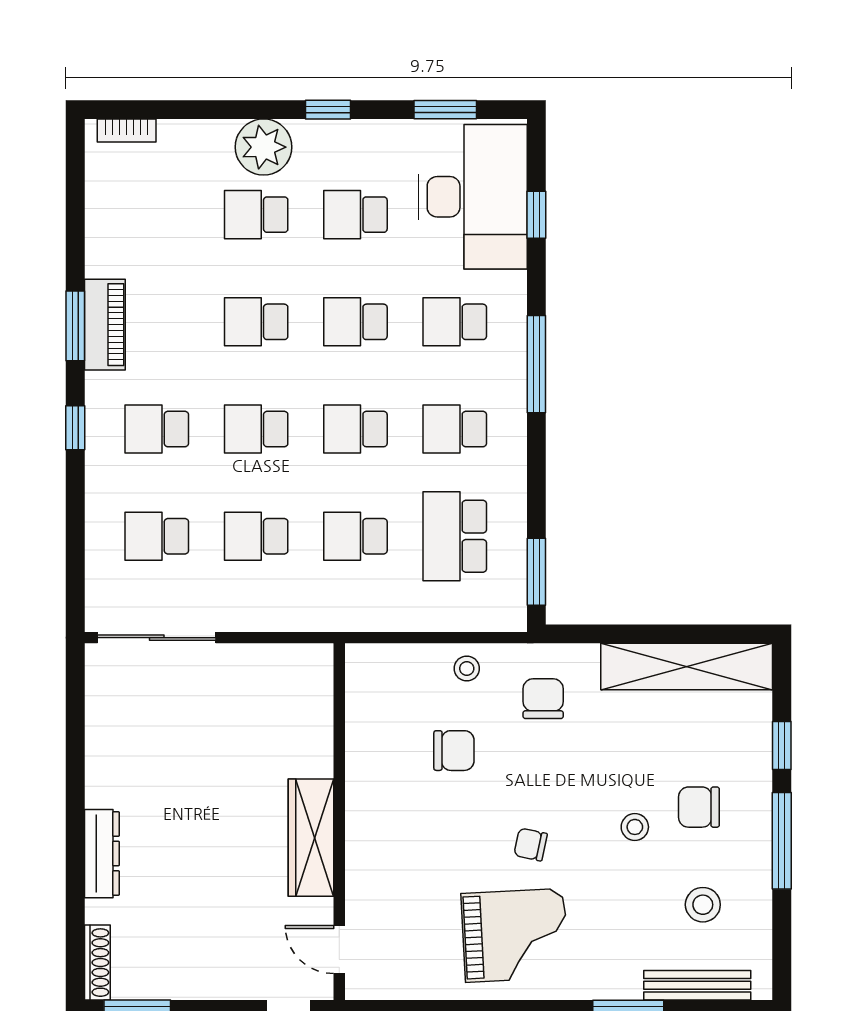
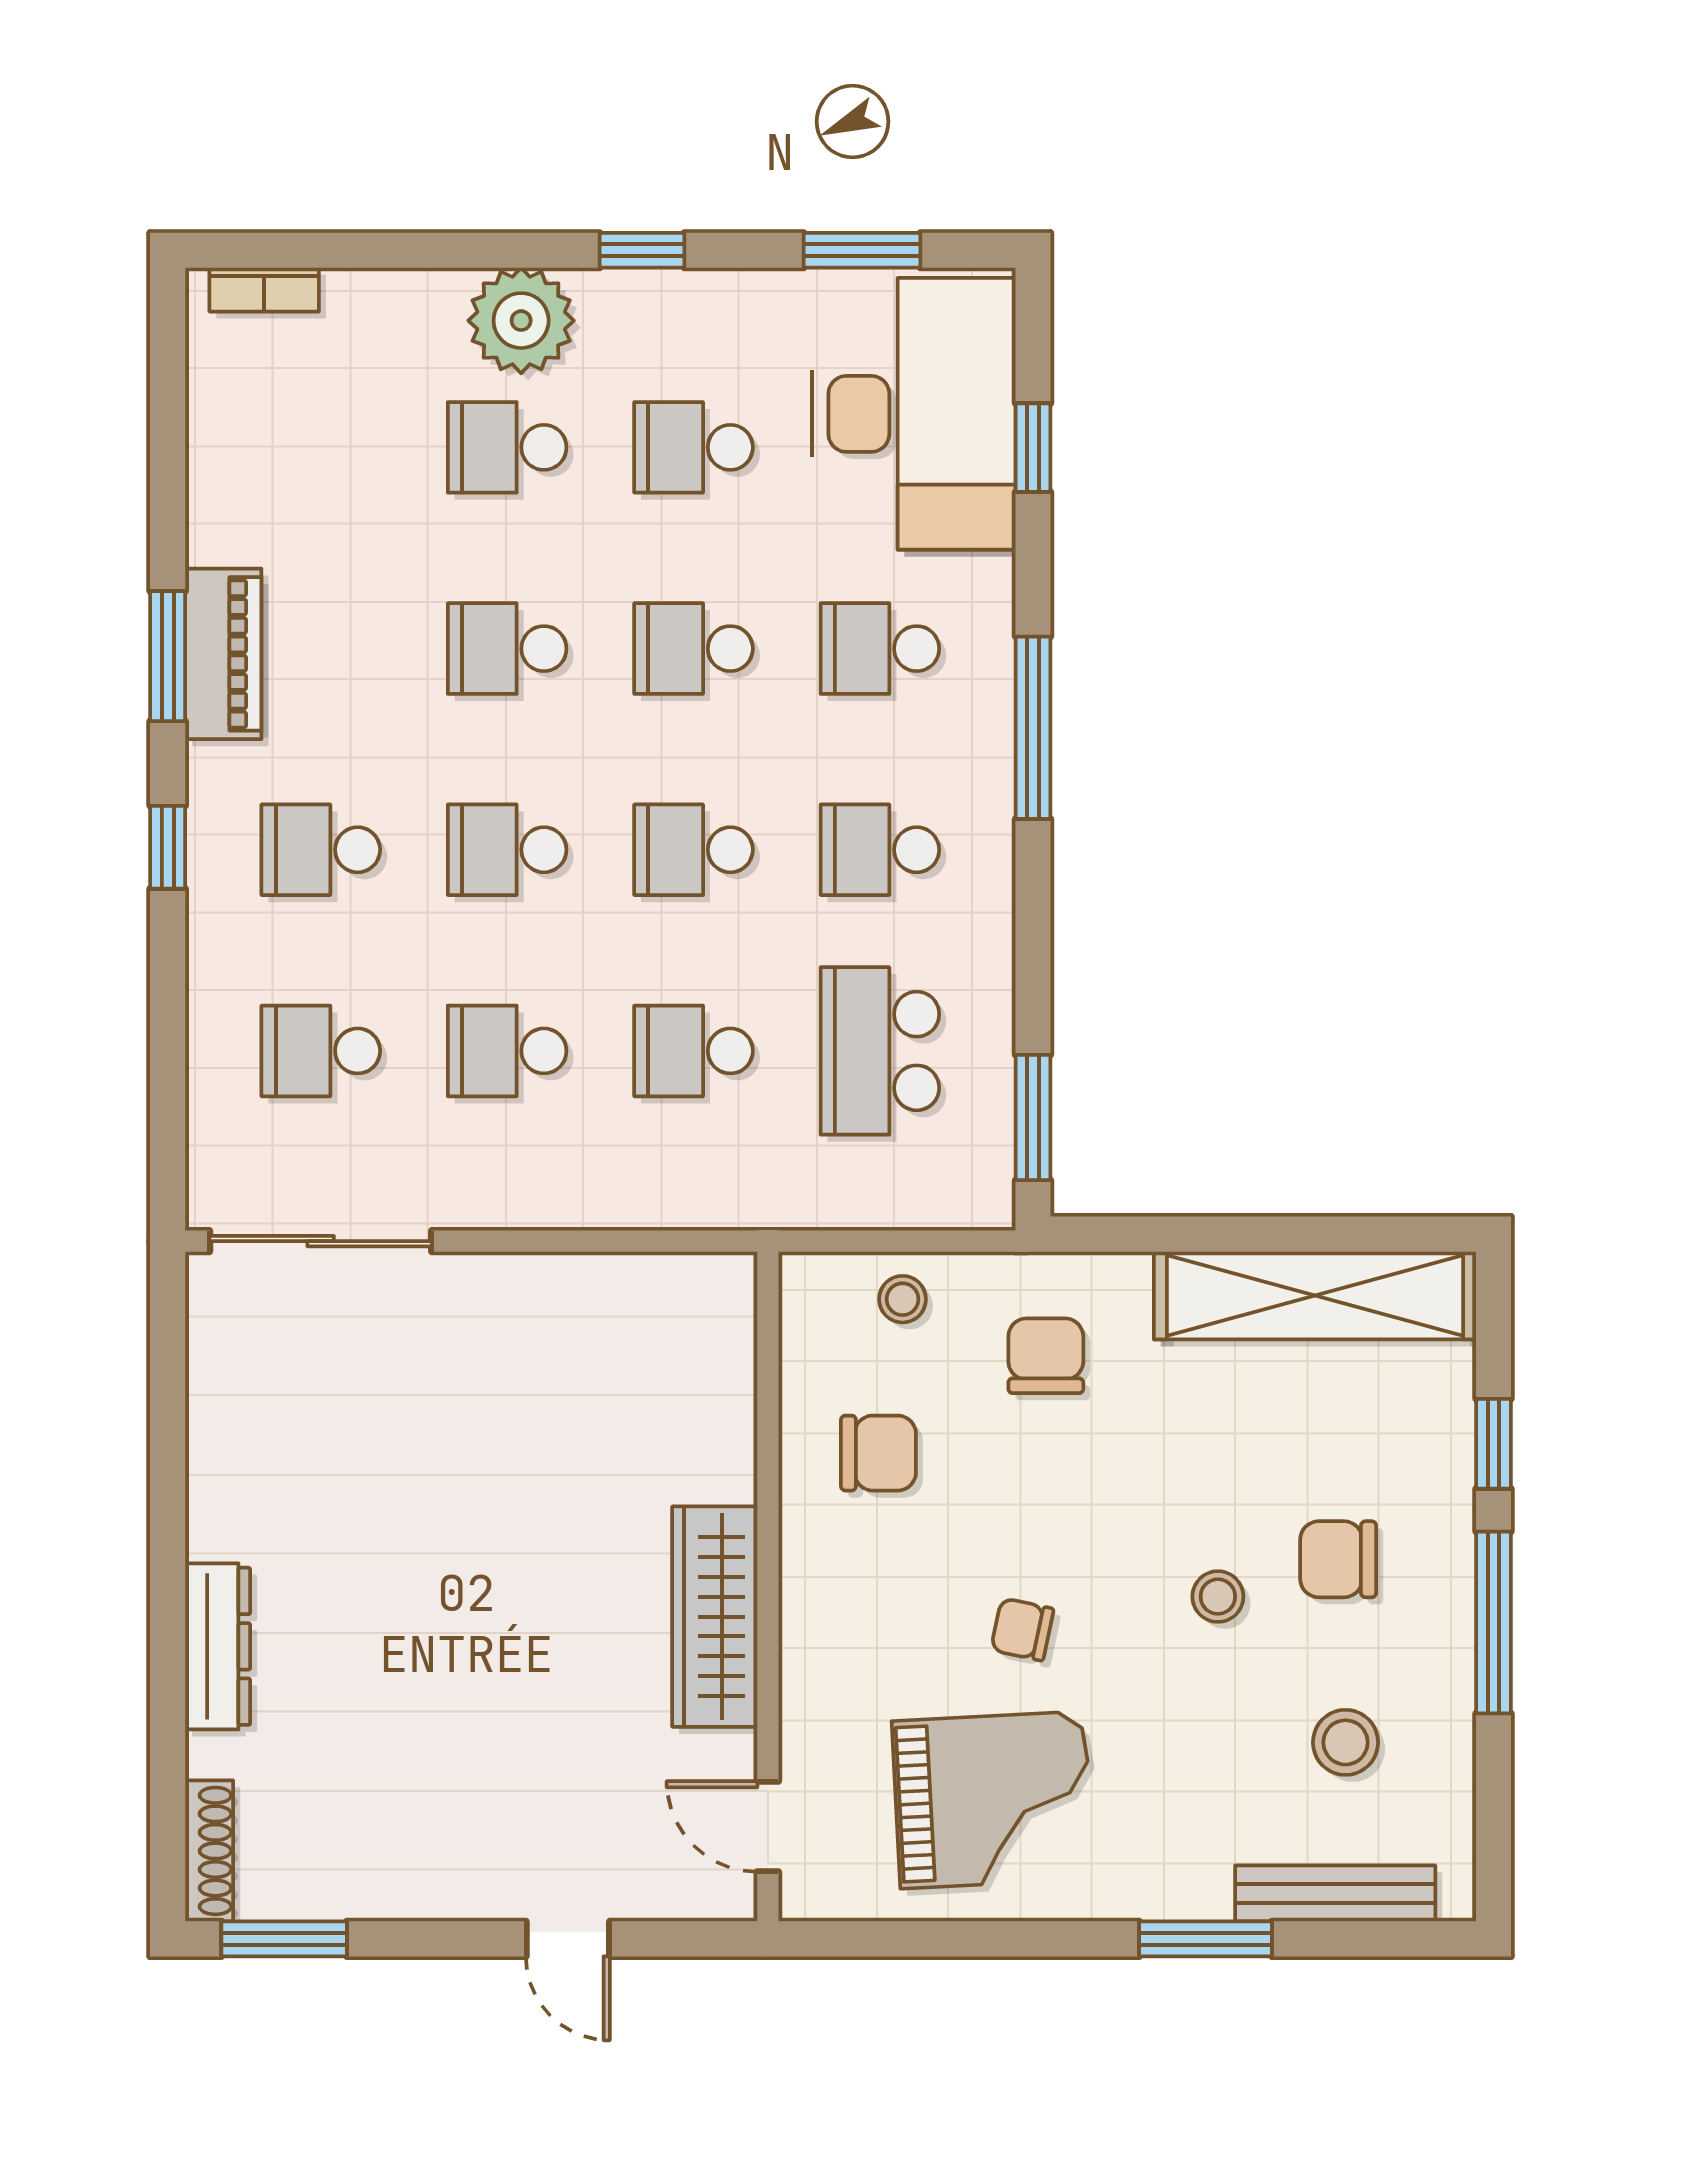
wall: (339, 822) -> (768, 1587), moved
wardrobe: (311, 838) -> (715, 1617), moved
door: (339, 950) -> (768, 1826), moved

